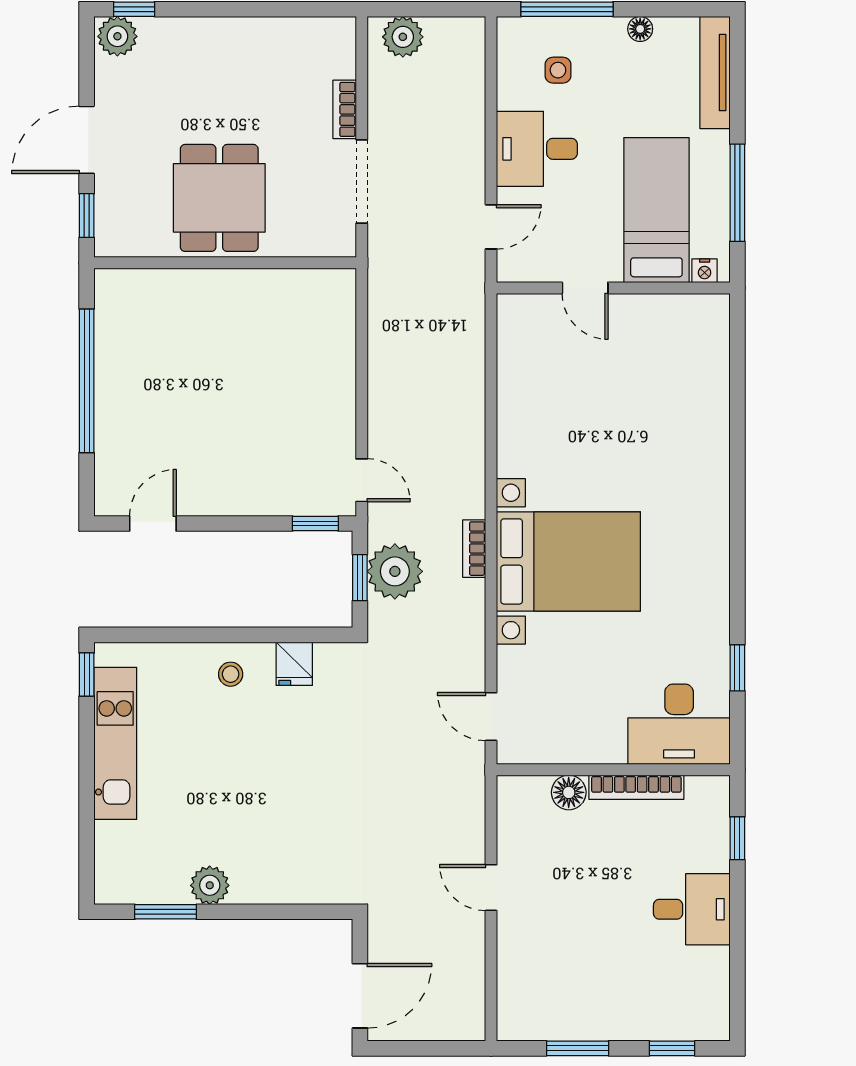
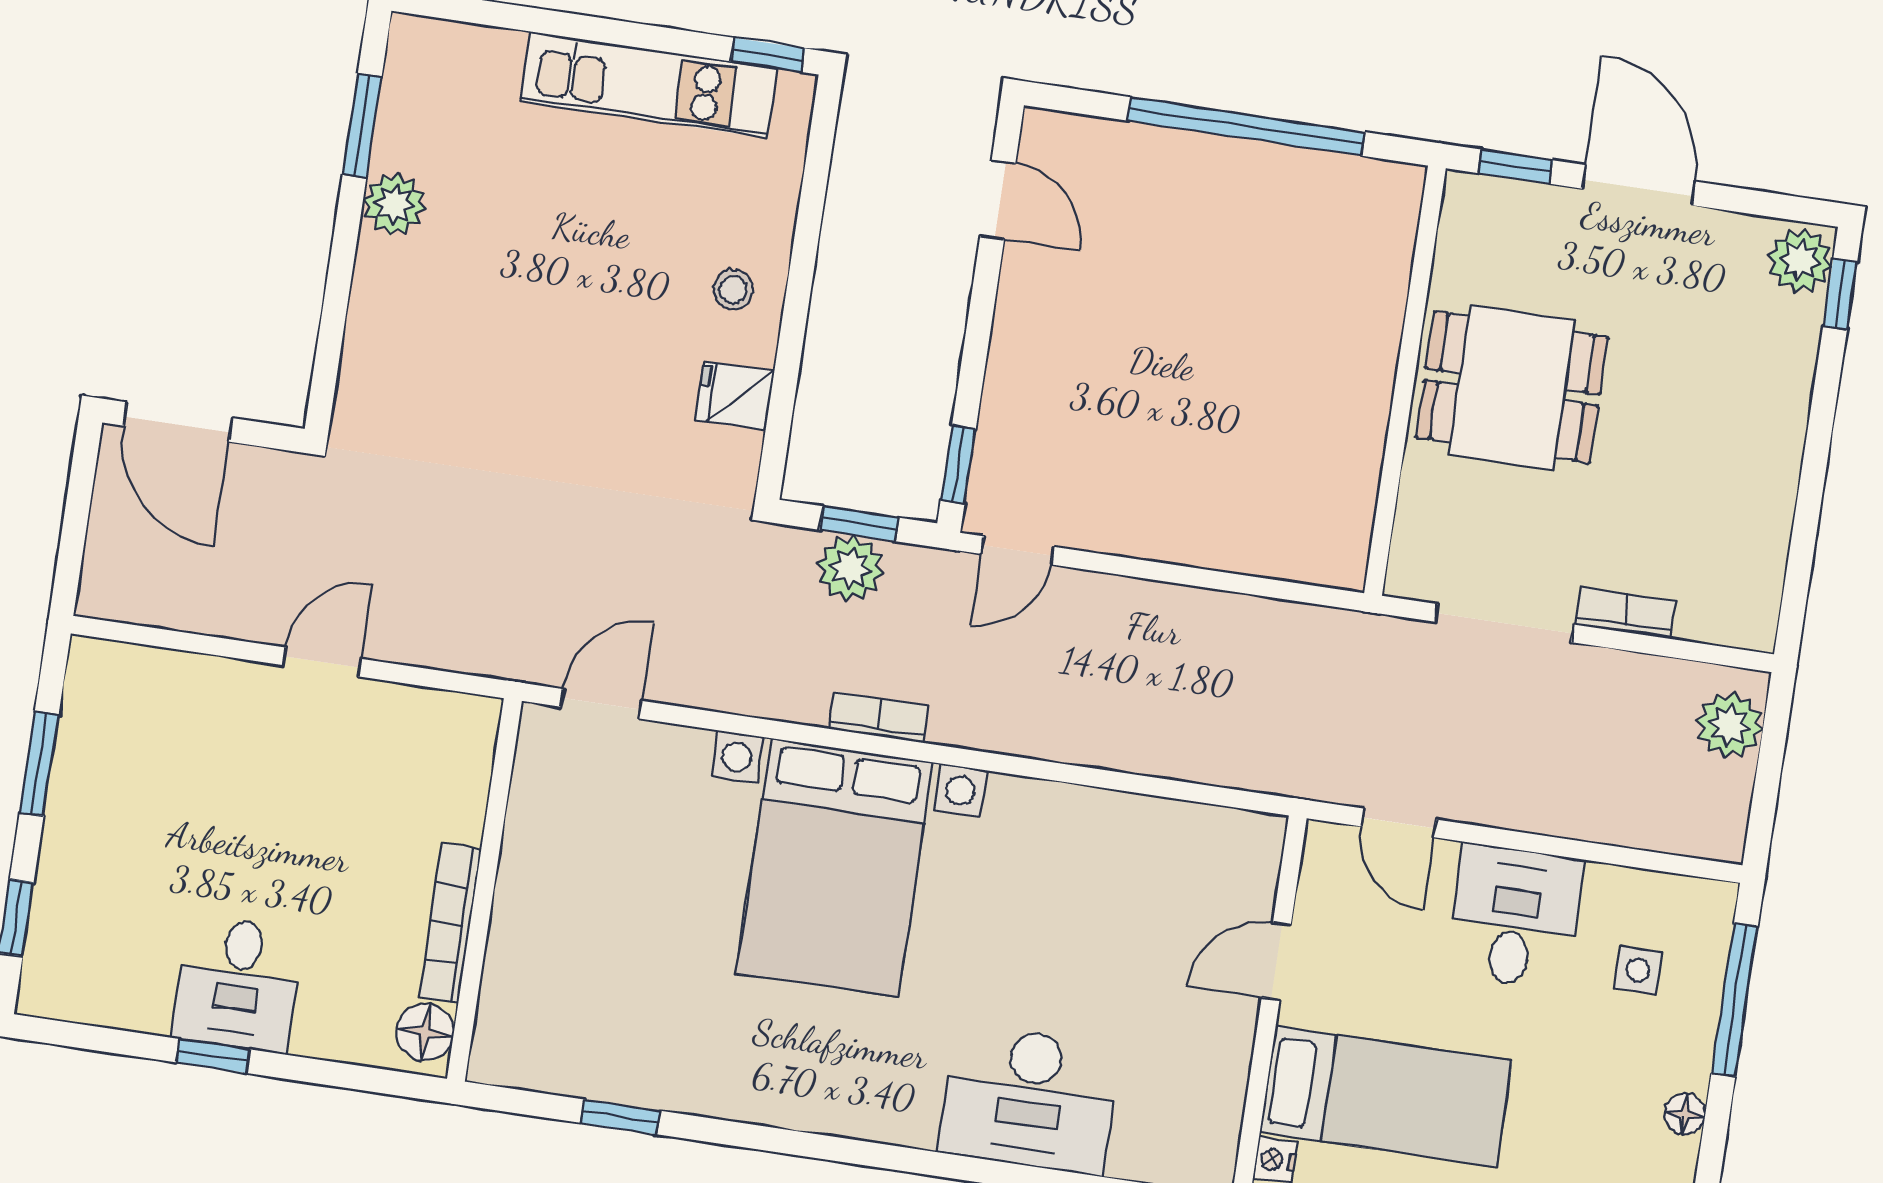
plant: (395, 571) -> (850, 568), width x0.73, depth x0.73
desk: (679, 724) -> (1030, 1099), moved, turned -90
floor lamp: (569, 792) -> (425, 1032), moved
window: (737, 838) -> (213, 1056), moved

